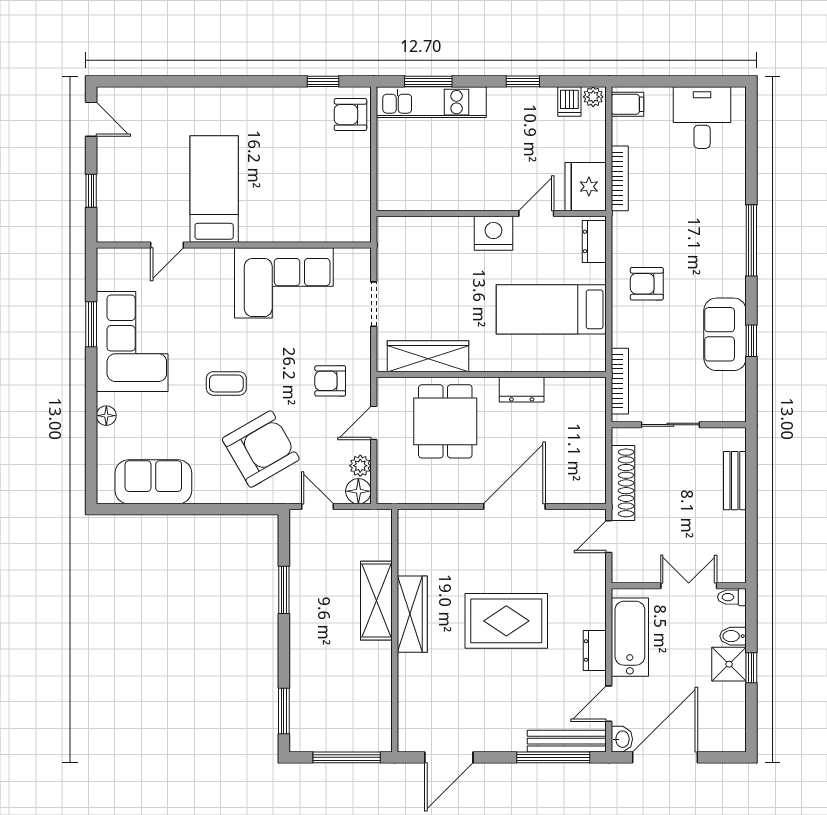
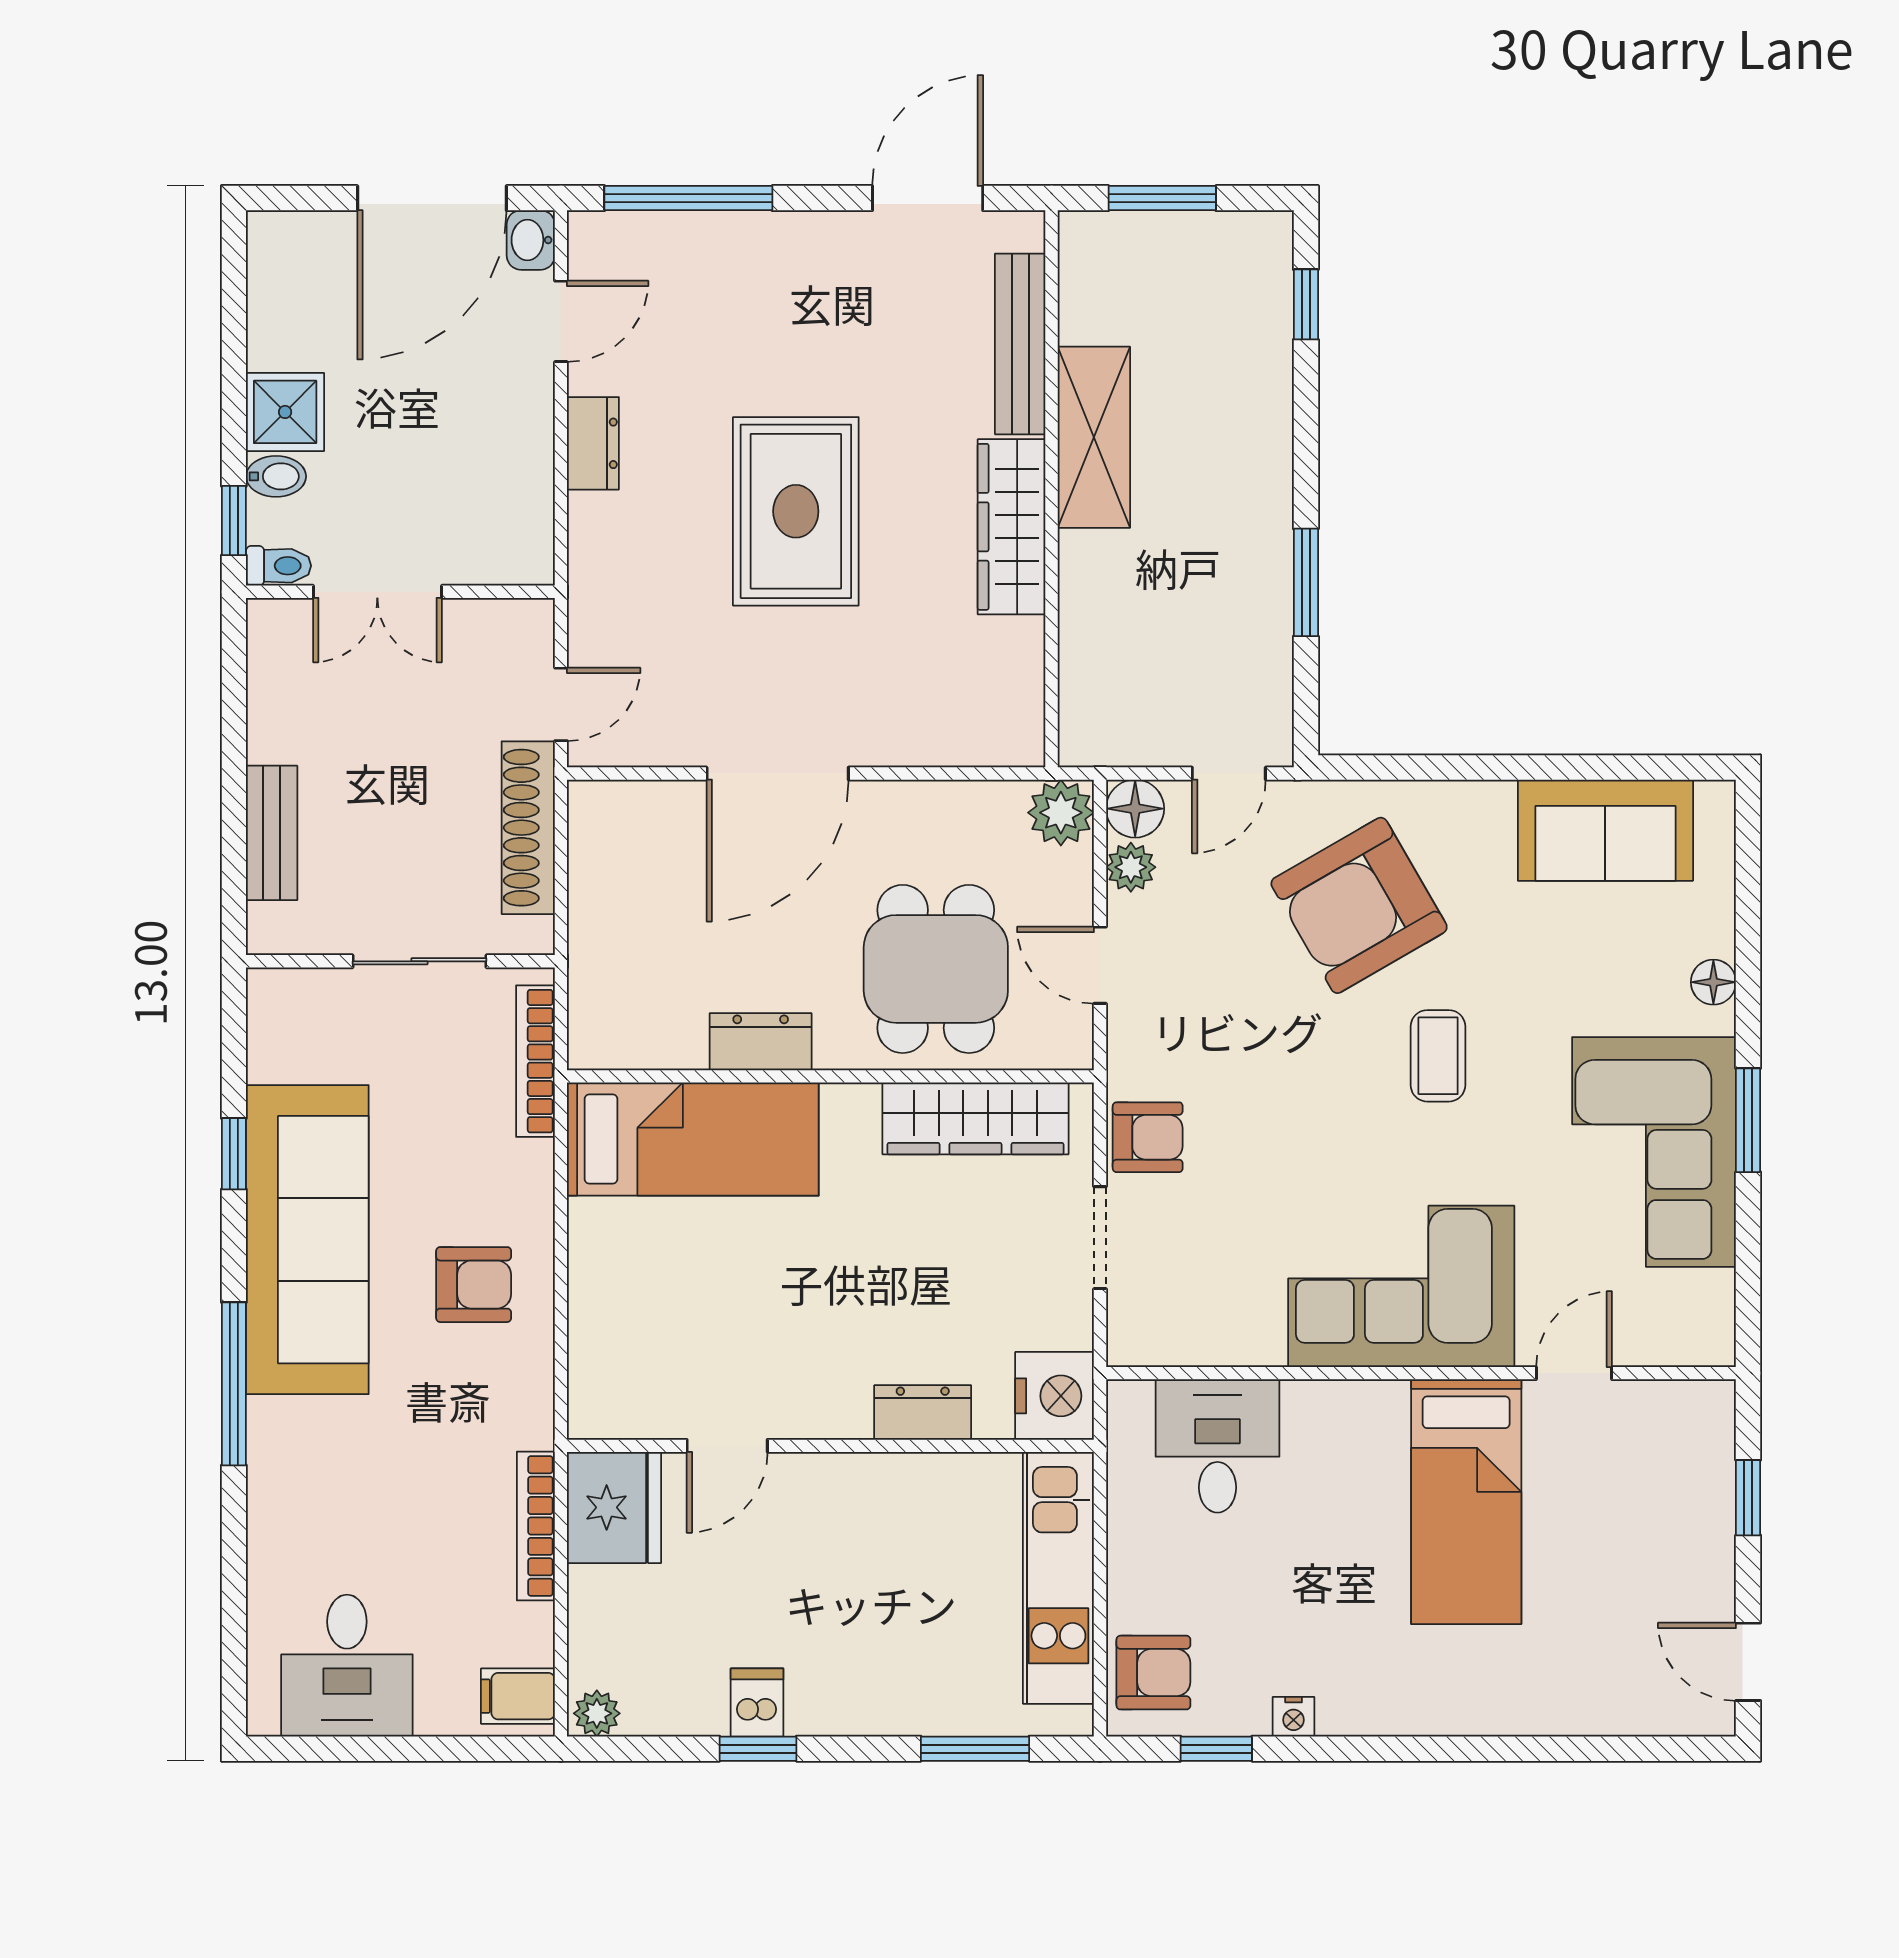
nightstand: (289, 95) -> (1294, 1717), added
dishwasher: (569, 101) -> (757, 1703), moved
kitchen unit: (431, 102) -> (1058, 1578), moved, turned -90
desk: (322, 213) -> (1217, 1446), added
nightstand: (493, 233) -> (1055, 1396), moved, turned -90
dresser: (594, 241) -> (923, 1412), moved, turned -90
corner sofa: (284, 283) -> (1401, 1286), moved
bed: (551, 309) -> (693, 1139), moved
window: (91, 324) -> (1748, 1120), moved
sofa: (725, 334) -> (307, 1240), width x1.85, depth x1.27
armchair: (330, 381) -> (1148, 1137), moved
coffee table: (226, 383) -> (1438, 1056), turned 90
door: (374, 423) -> (1100, 965), swing flipped
plant: (391, 489) -> (1061, 813), added
door: (318, 507) -> (1229, 773), hinge flipped
shelving: (376, 601) -> (1094, 437), moved
rug: (506, 621) -> (796, 511), turned 90
bathtub: (630, 637) -> (513, 474), removed
window: (751, 668) -> (234, 521), moved
window: (284, 711) -> (1306, 304), width x0.67
bench: (567, 741) -> (1020, 344), moved, turned 90
window: (347, 757) -> (1162, 198), width x0.69

